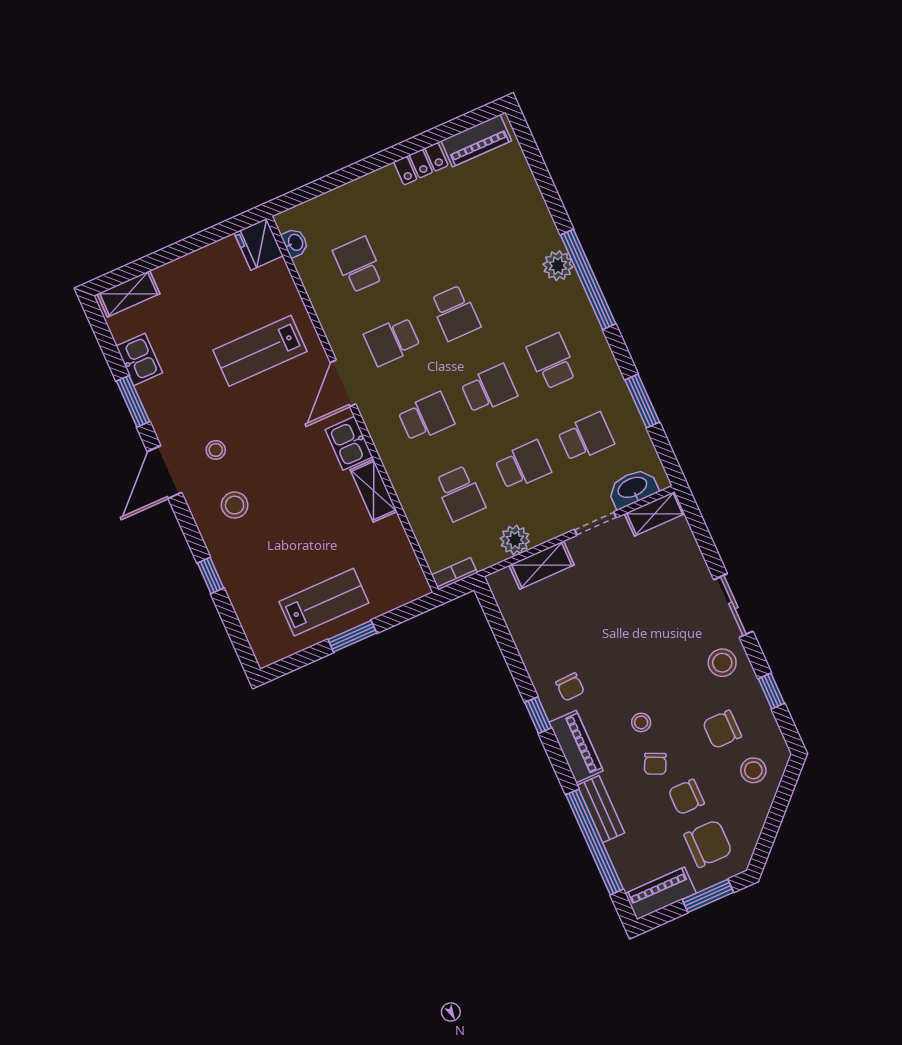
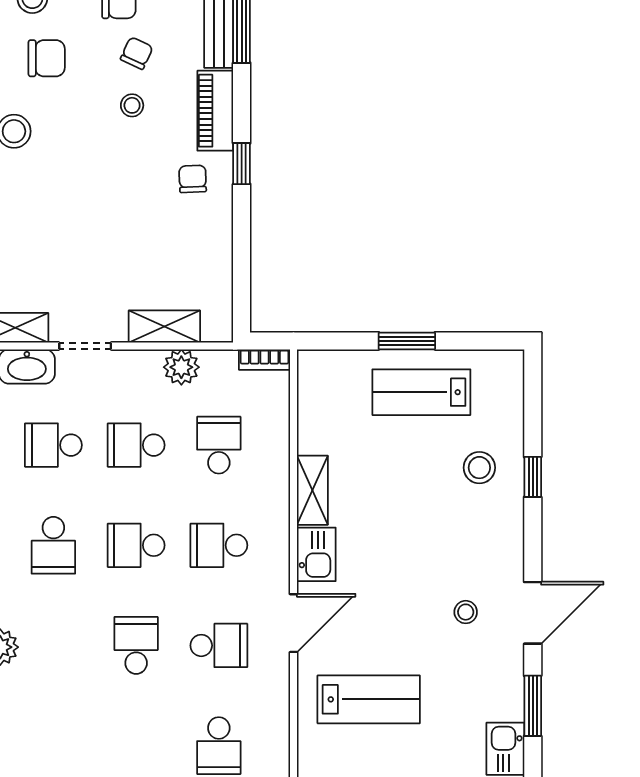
stool: (235, 505) -> (479, 468), moved

